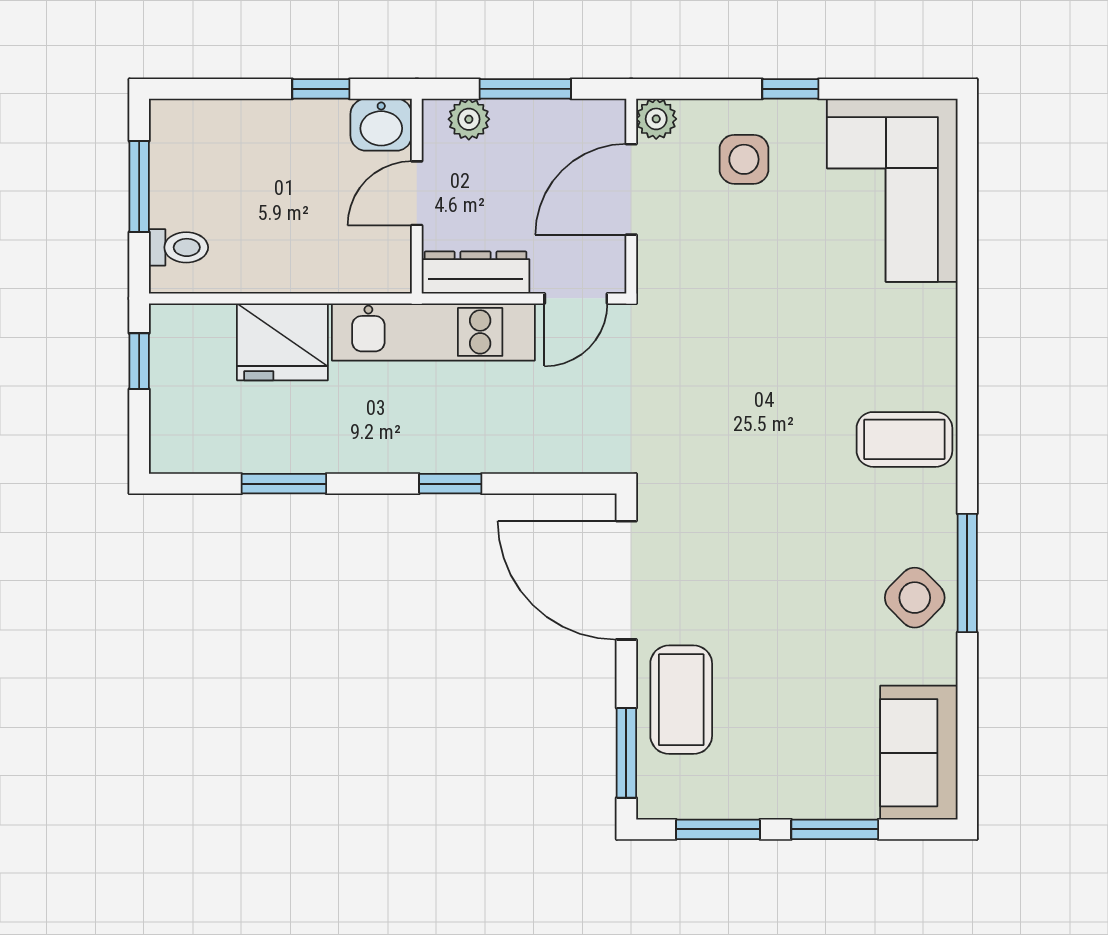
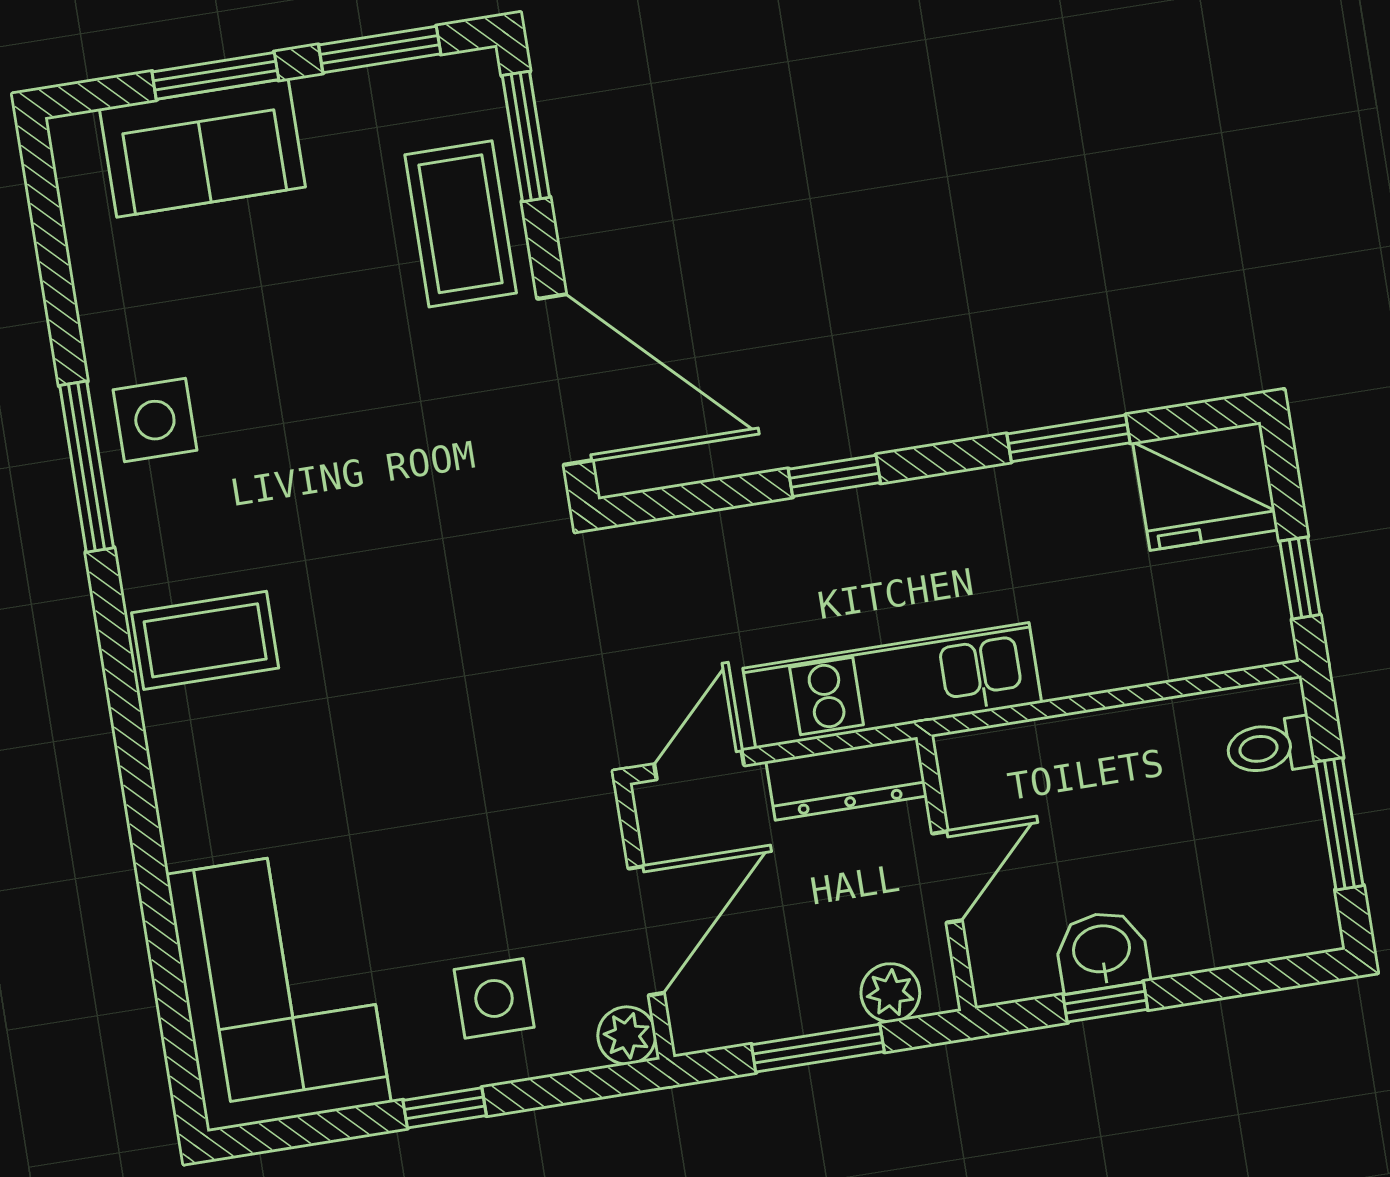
washbasin: (381, 125) -> (1102, 951), moved
fridge: (282, 342) -> (1205, 486), moved, turned 180
side table: (915, 598) -> (155, 420), turned 45
sofa: (919, 753) -> (202, 148), moved, turned 90

